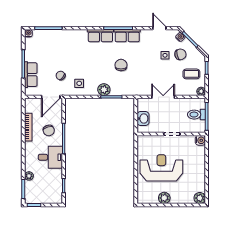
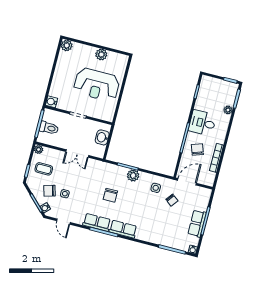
row of seats: (31, 75) -> (197, 223), moved

